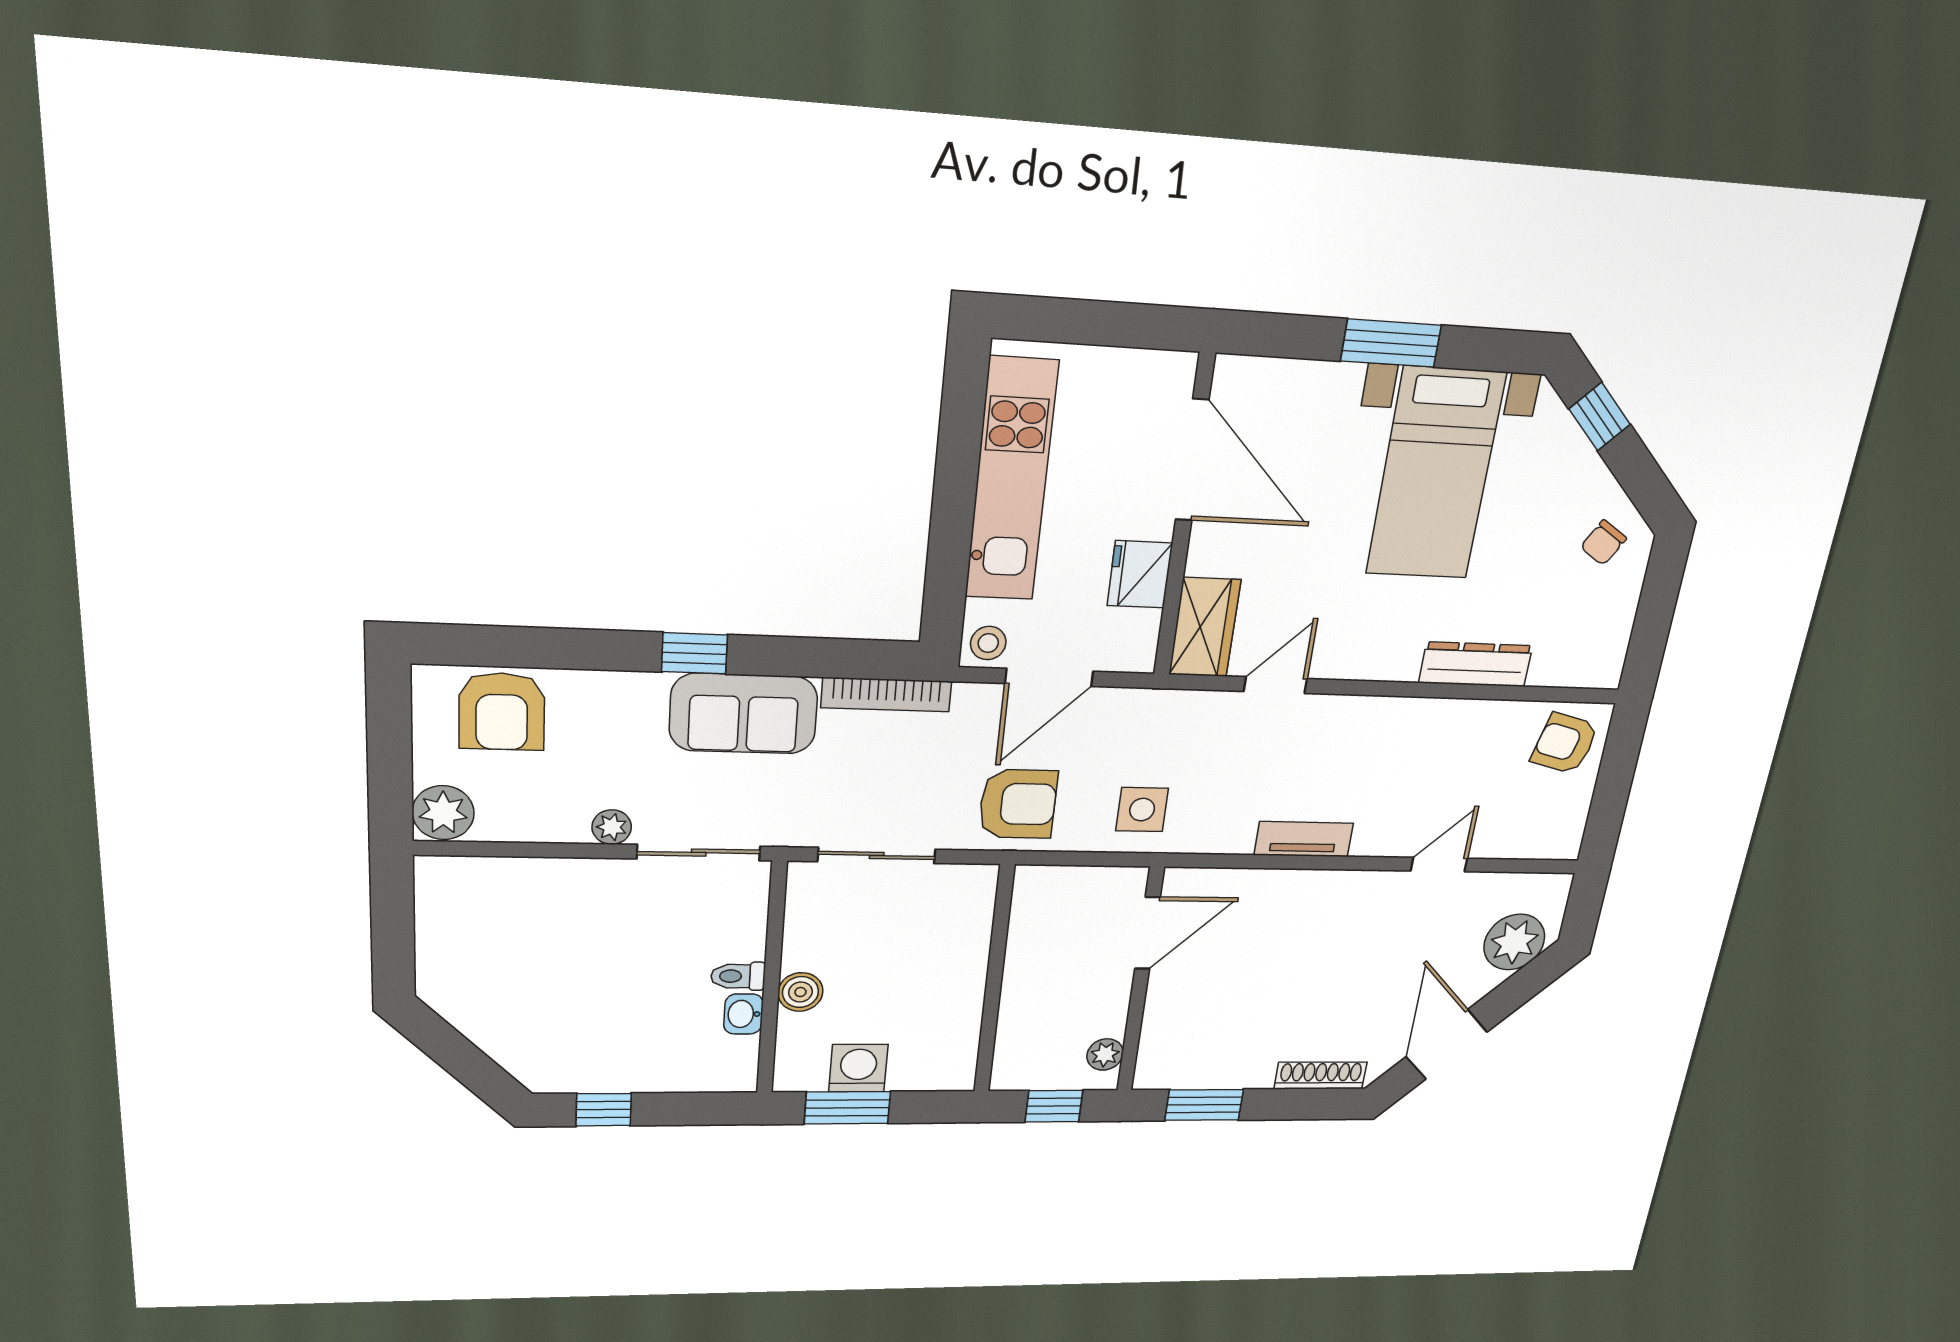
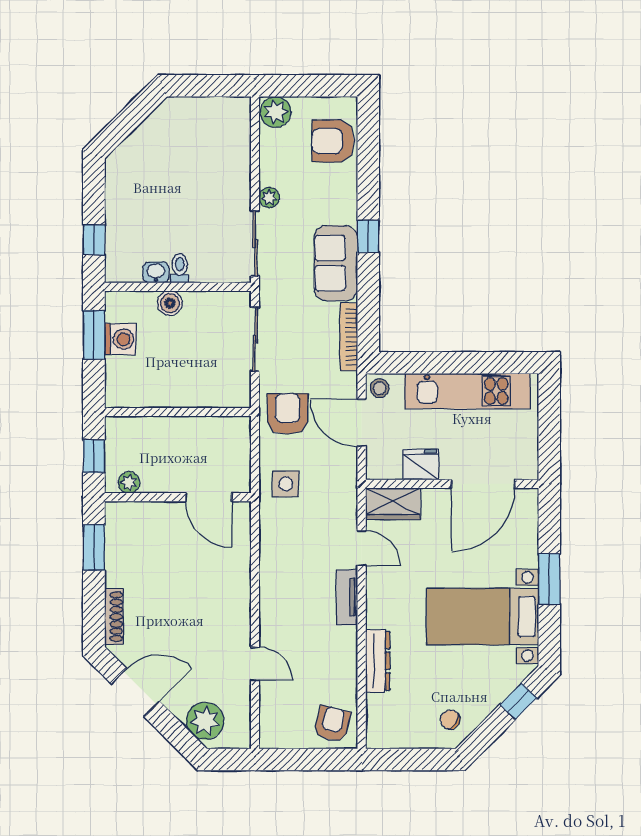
armchair: (1018, 804) -> (287, 414), turned 180
tv unit: (1304, 839) -> (347, 597), moved, turned 180
window: (604, 1110) -> (94, 240), moved

